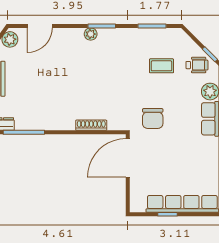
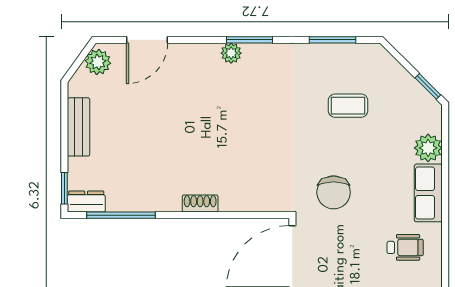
wheelchair: (197, 65) -> (405, 247), moved
shoe rack: (91, 125) -> (200, 203), moved, width x0.70

